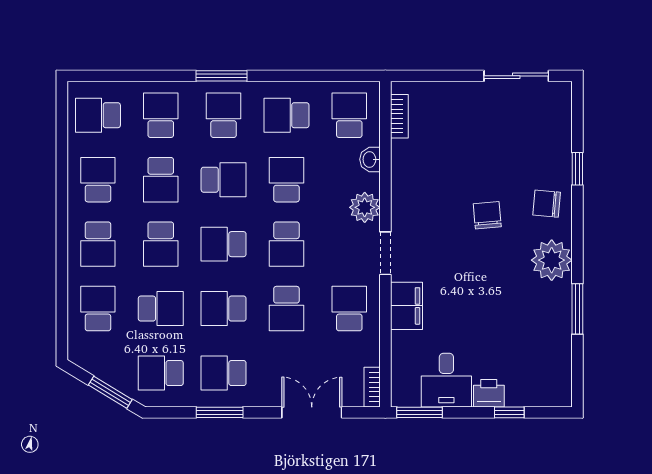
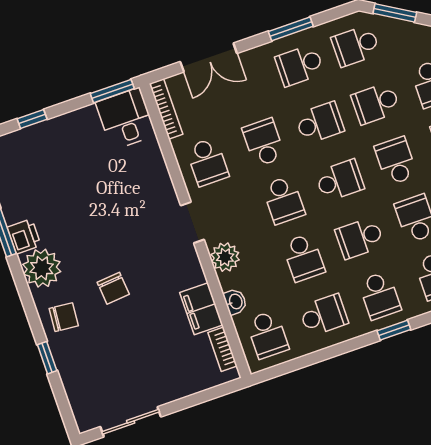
window: (221, 76) -> (394, 330), width x0.67
school desk: (286, 244) -> (284, 200), turned 180
filing cabinet: (406, 306) -> (201, 309), moved
school desk: (161, 373) -> (356, 46), turned 180
school desk: (224, 373) -> (300, 65), turned 180
desk: (446, 380) -> (126, 119), moved
bookcase: (372, 387) -> (166, 109), width x1.56
printer: (489, 393) -> (24, 236), moved, turned -90

